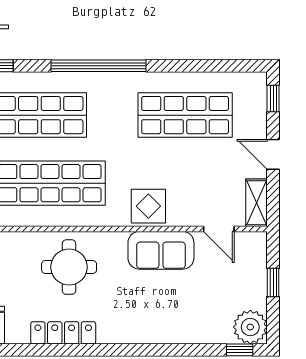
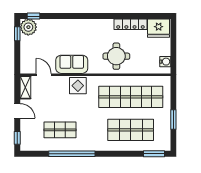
window: (98, 66) -> (72, 154), moved
shop shelf: (185, 115) -> (60, 130), width x0.70, depth x0.74
window: (273, 283) -> (17, 34), moved
locker: (63, 333) -> (130, 24), moved

